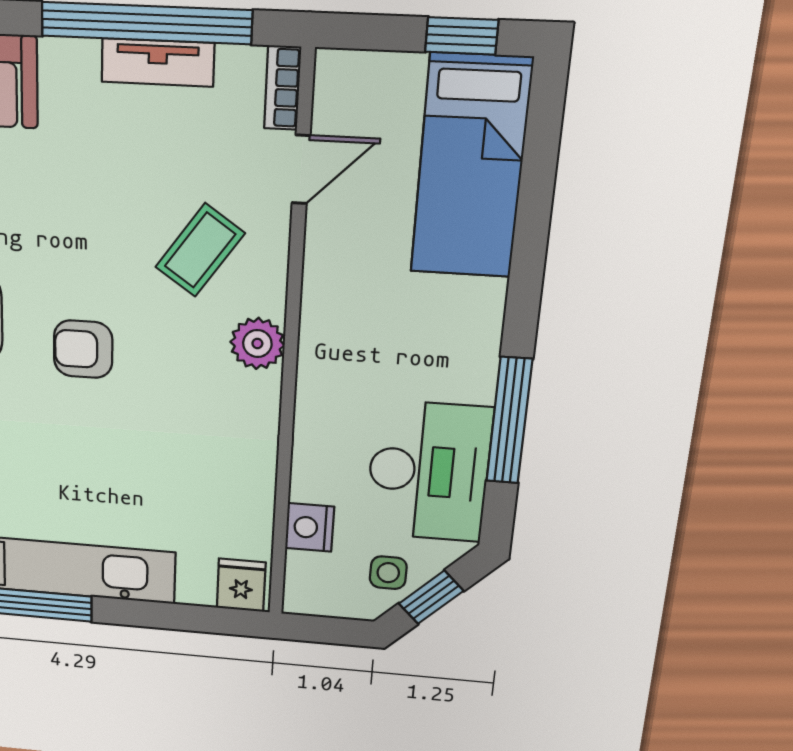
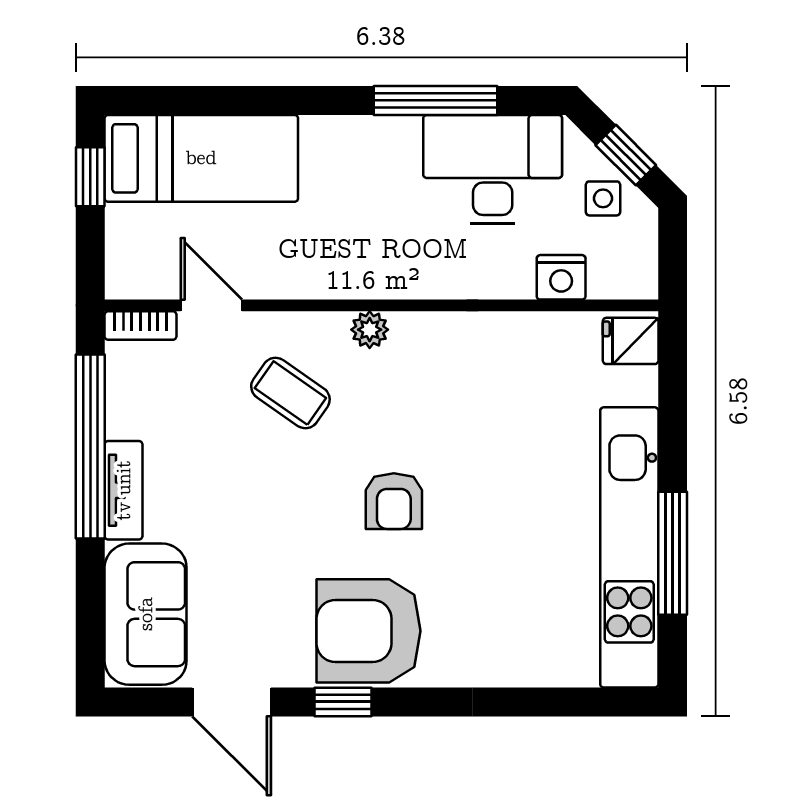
tv unit: (158, 62) -> (124, 490), moved
plant: (257, 343) -> (370, 330), width x0.73, depth x0.73

